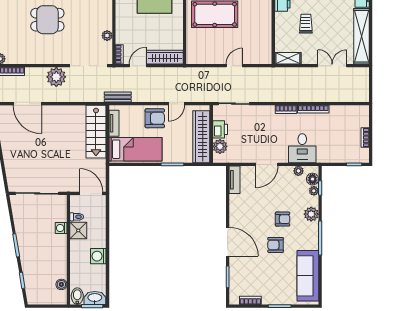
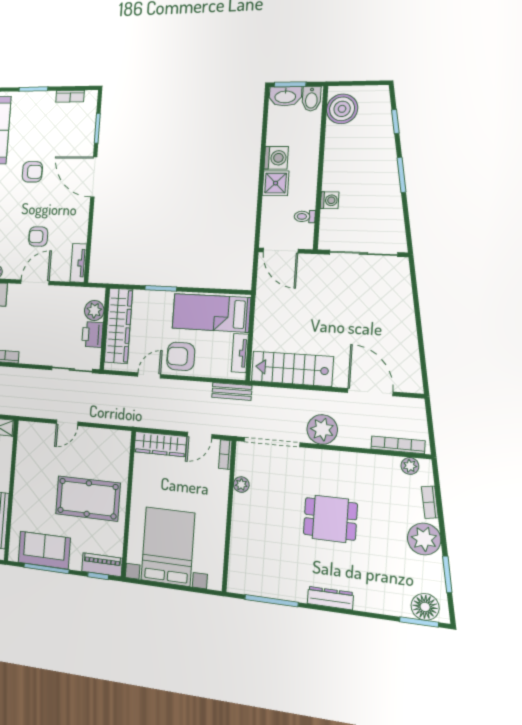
stairs: (96, 132) -> (292, 369), moved, turned -90
armchair: (283, 219) -> (38, 237), moved
shower: (78, 230) -> (276, 183), moved
boiler: (61, 284) -> (342, 109), width x1.86, depth x1.86

